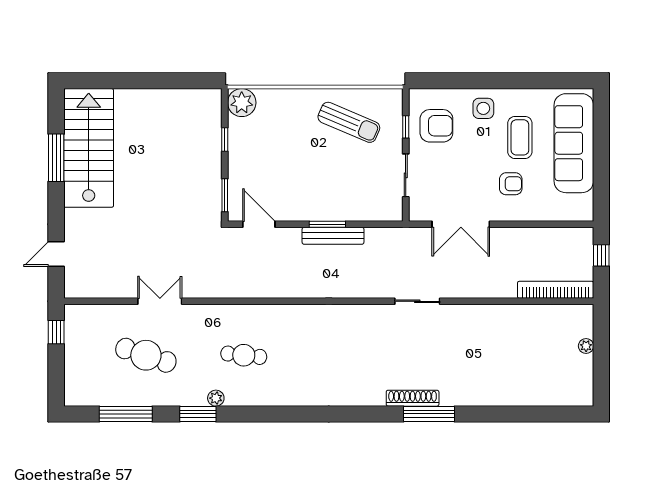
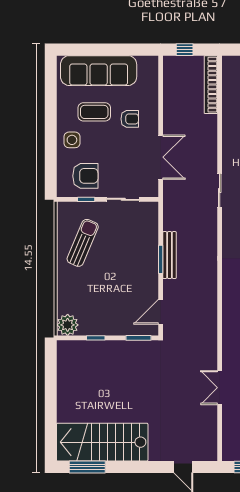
armchair: (436, 126) -> (85, 176), turned 90
window: (56, 158) -> (87, 467), moved
armchair: (511, 184) -> (130, 119), turned 90

